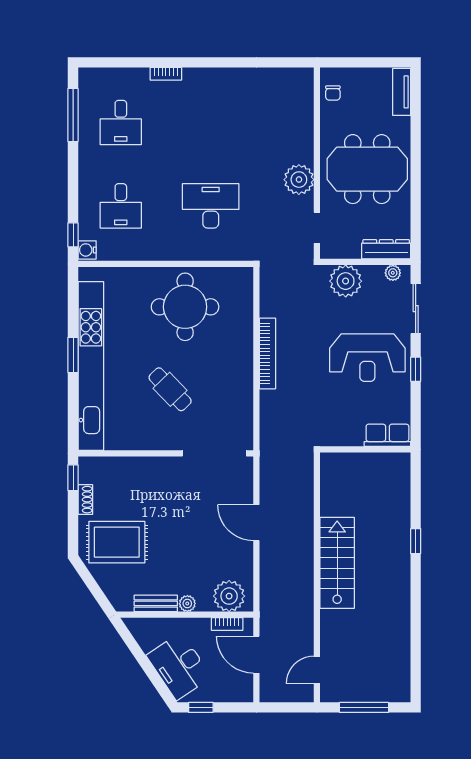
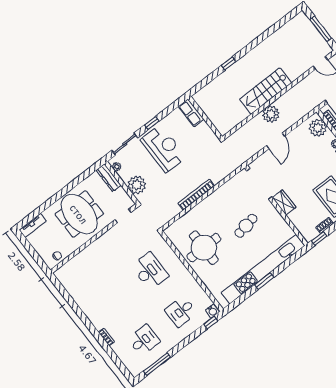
plant: (299, 180) -> (271, 114), moved
desk: (121, 206) -> (181, 311), turned 180
desk: (211, 206) -> (150, 271), turned 180
cafe table: (170, 389) -> (246, 226), turned 34
wardrobe: (161, 468) -> (284, 202), added

